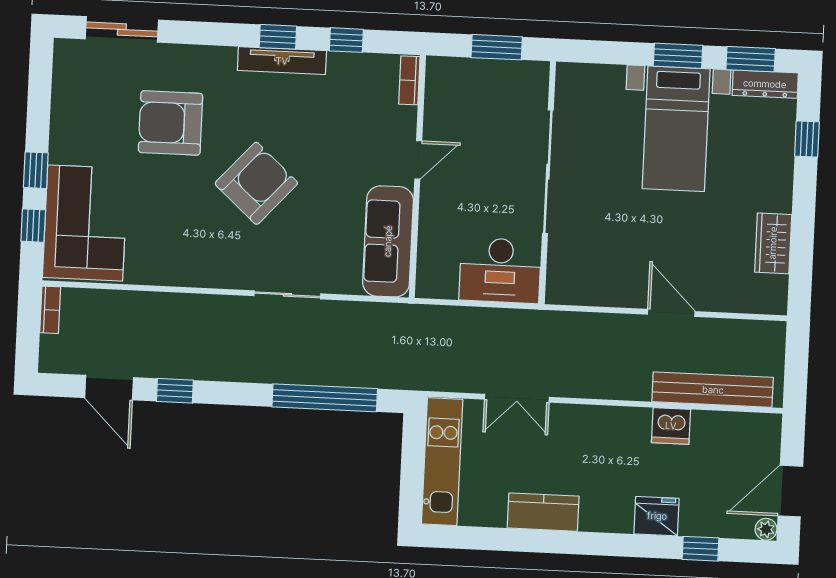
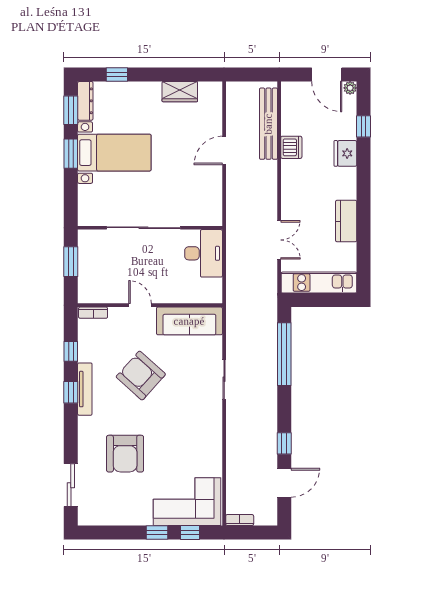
armchair: (256, 183) -> (141, 376), moved

